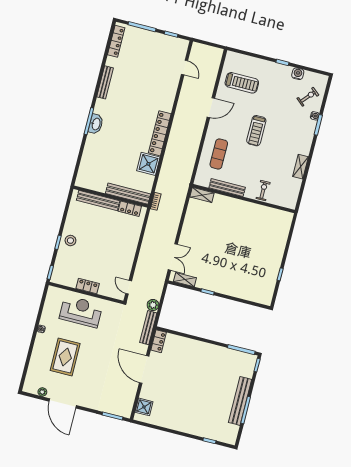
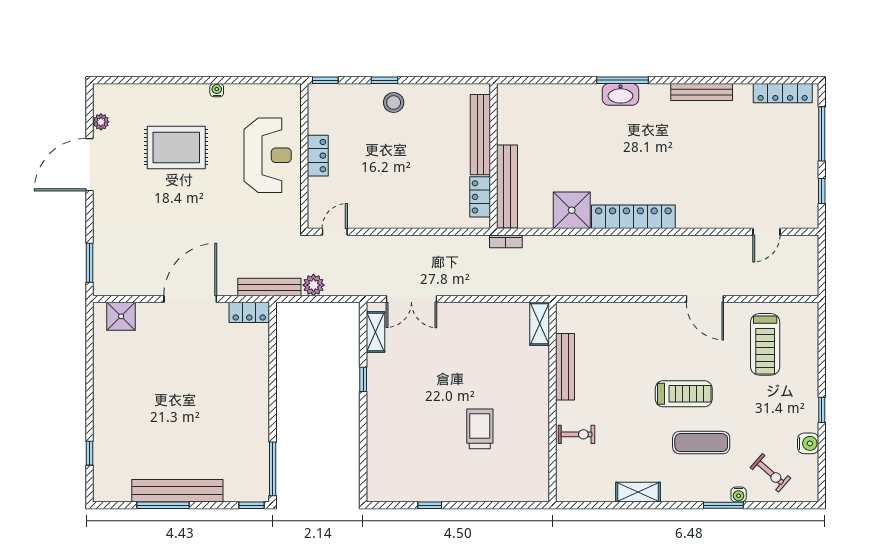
treadmill: (256, 131) -> (684, 394), turned 180
exercise mat: (219, 154) -> (701, 443), moved
trolley: (248, 239) -> (480, 429), added

